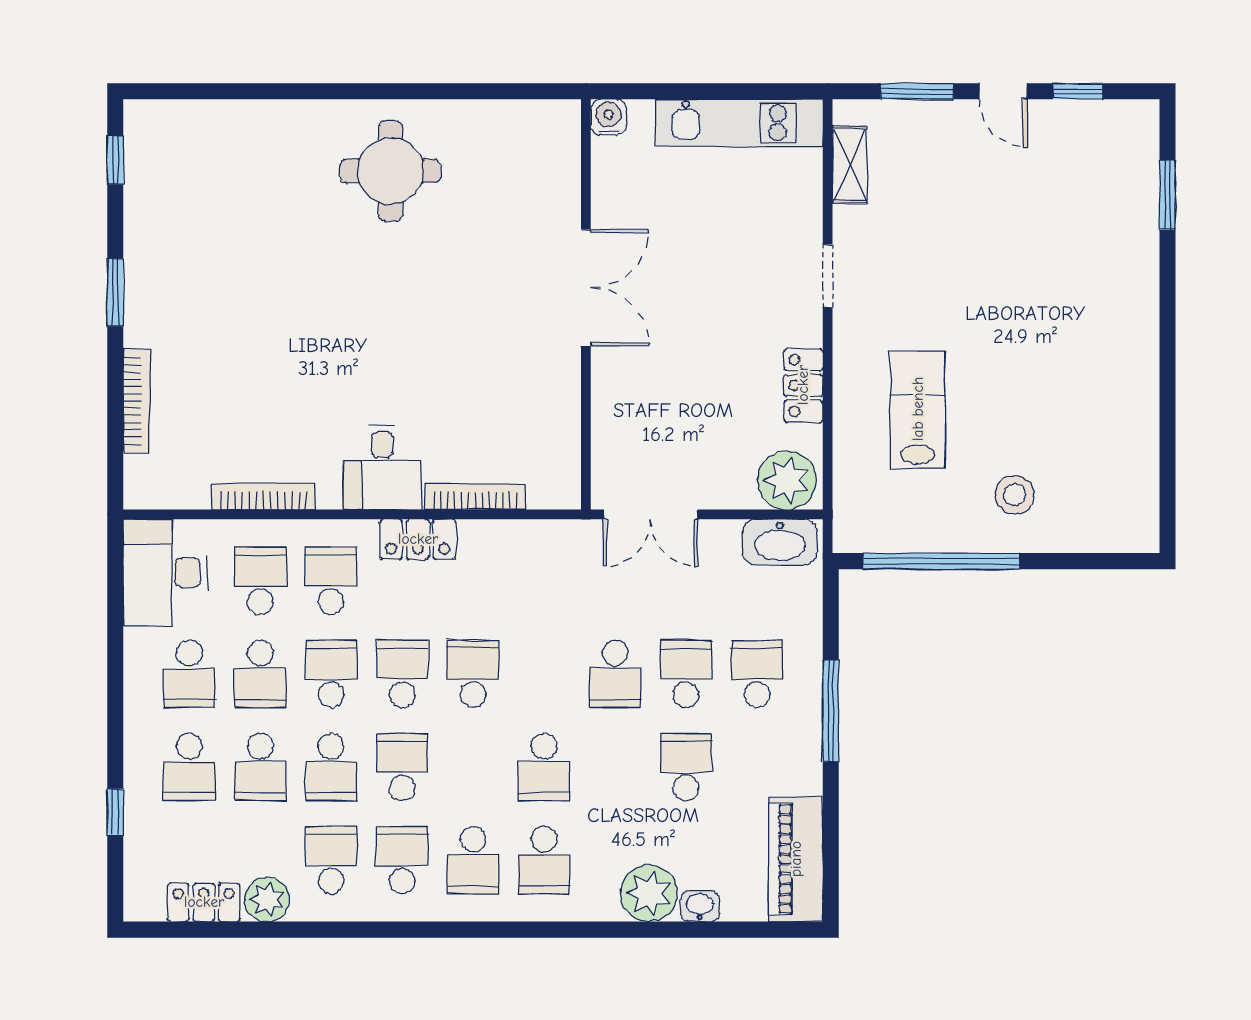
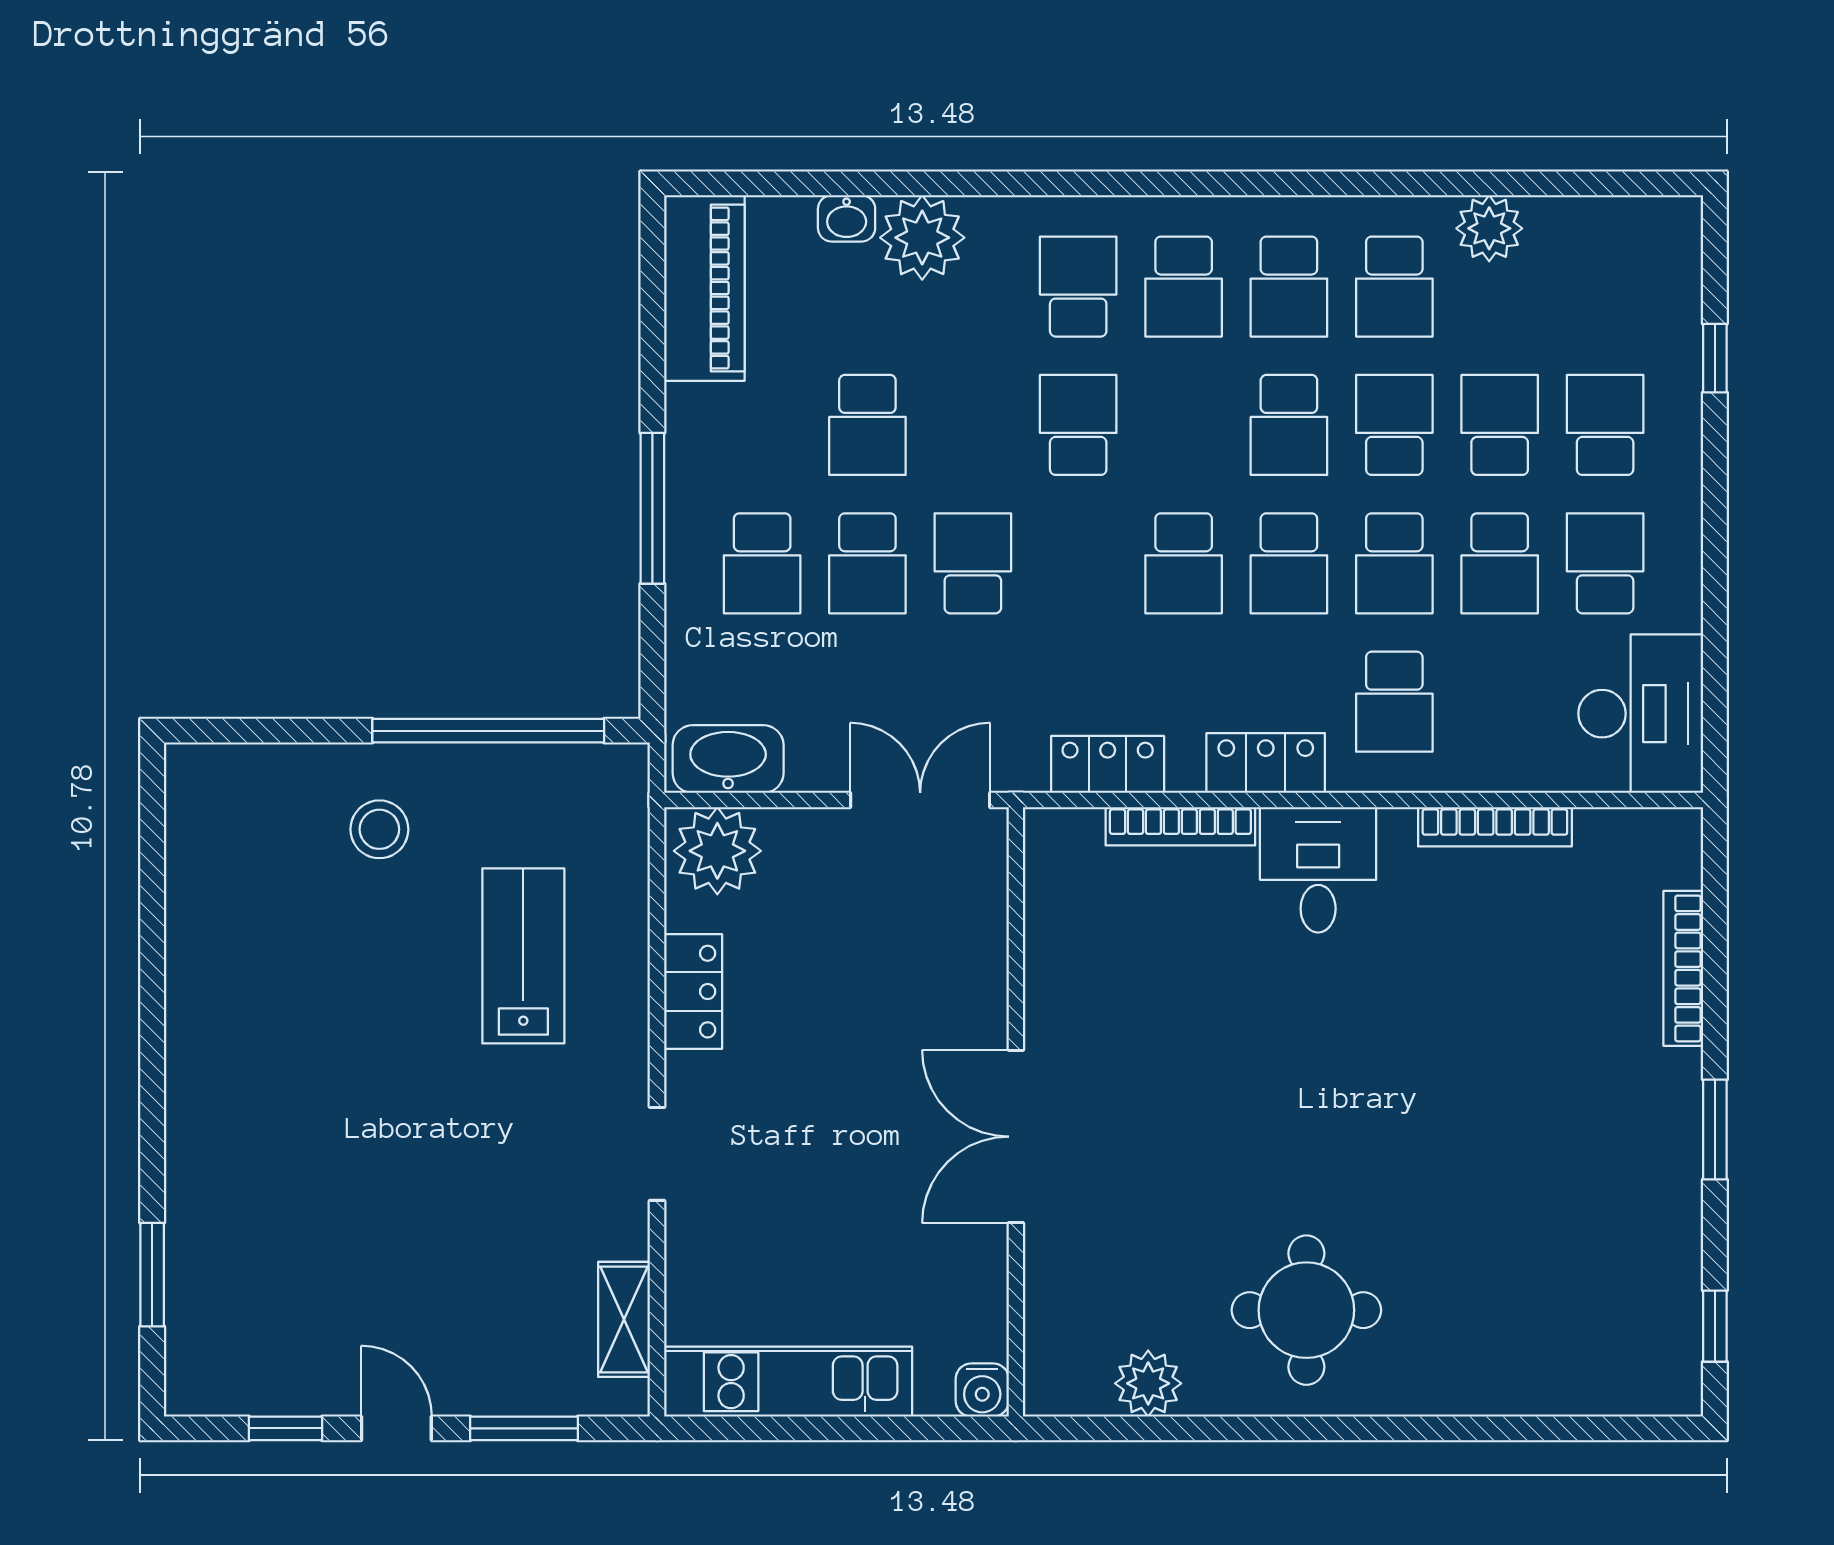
plant: (497, 122) -> (1148, 1383), added
lab bench: (918, 409) -> (523, 956), turned 180
school desk: (260, 581) -> (1500, 702), removed
school desk: (260, 674) -> (1500, 563), turned 180
school desk: (473, 860) -> (1184, 287), turned 180
locker: (204, 902) -> (1108, 764), moved, turned 180

